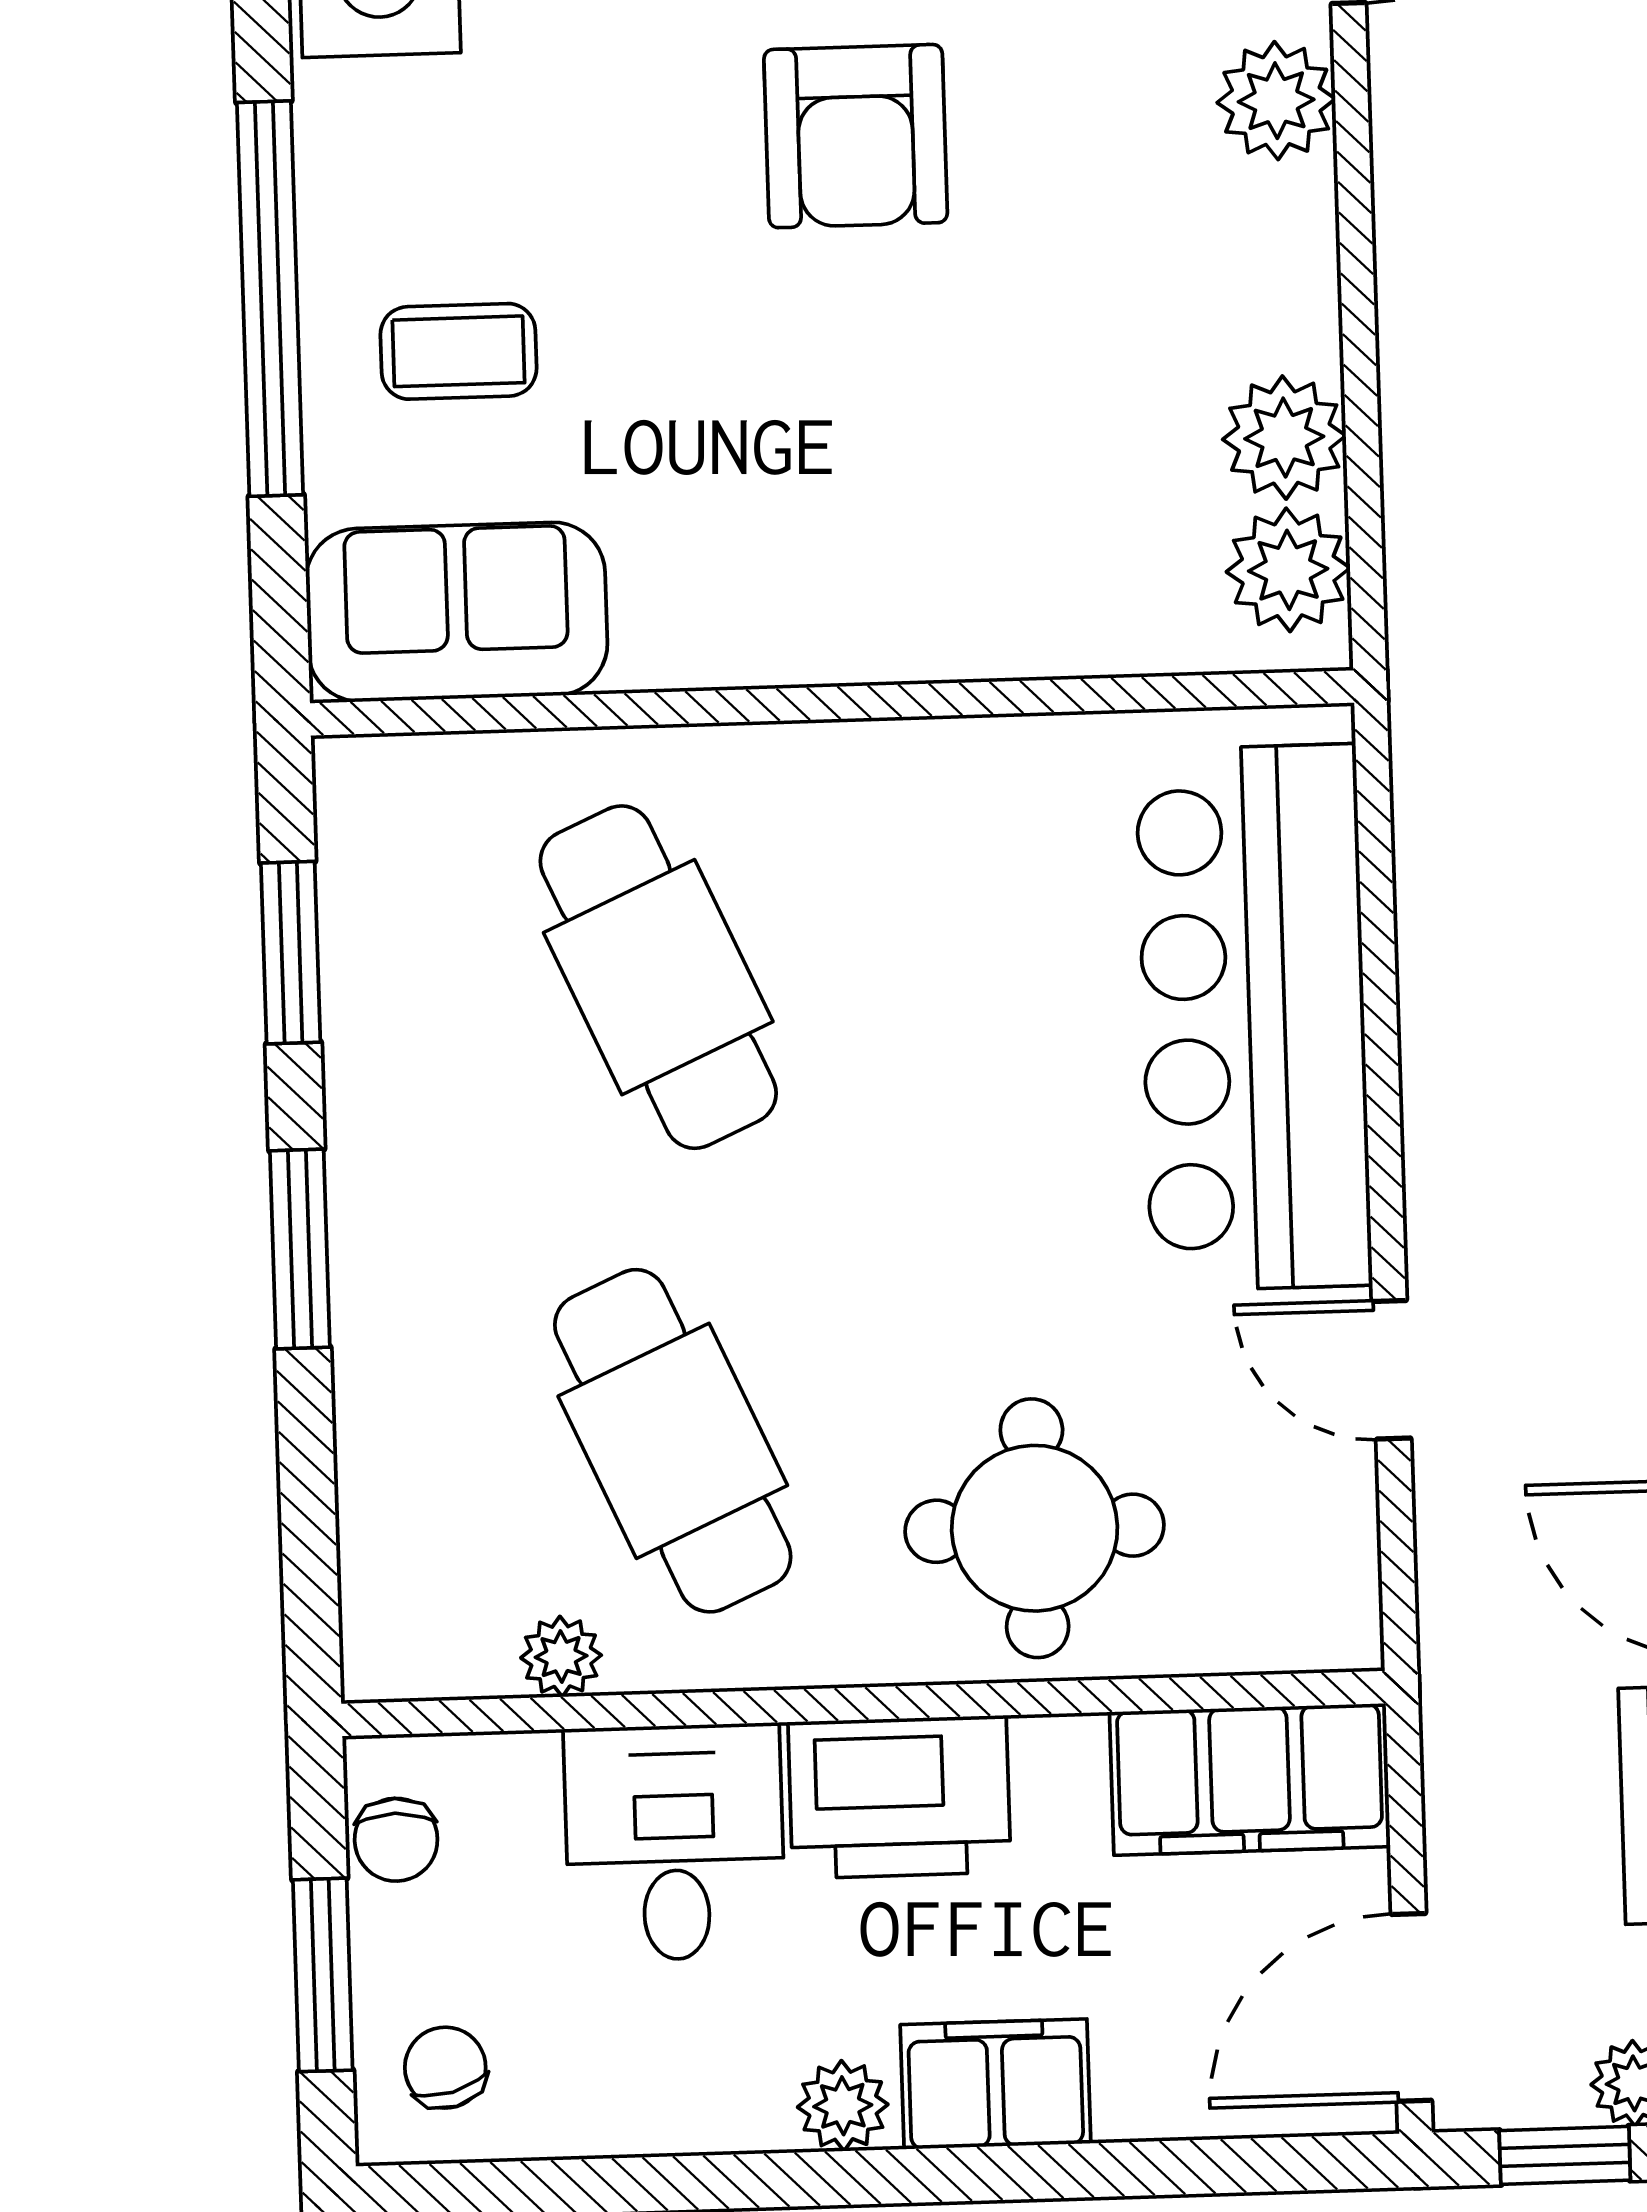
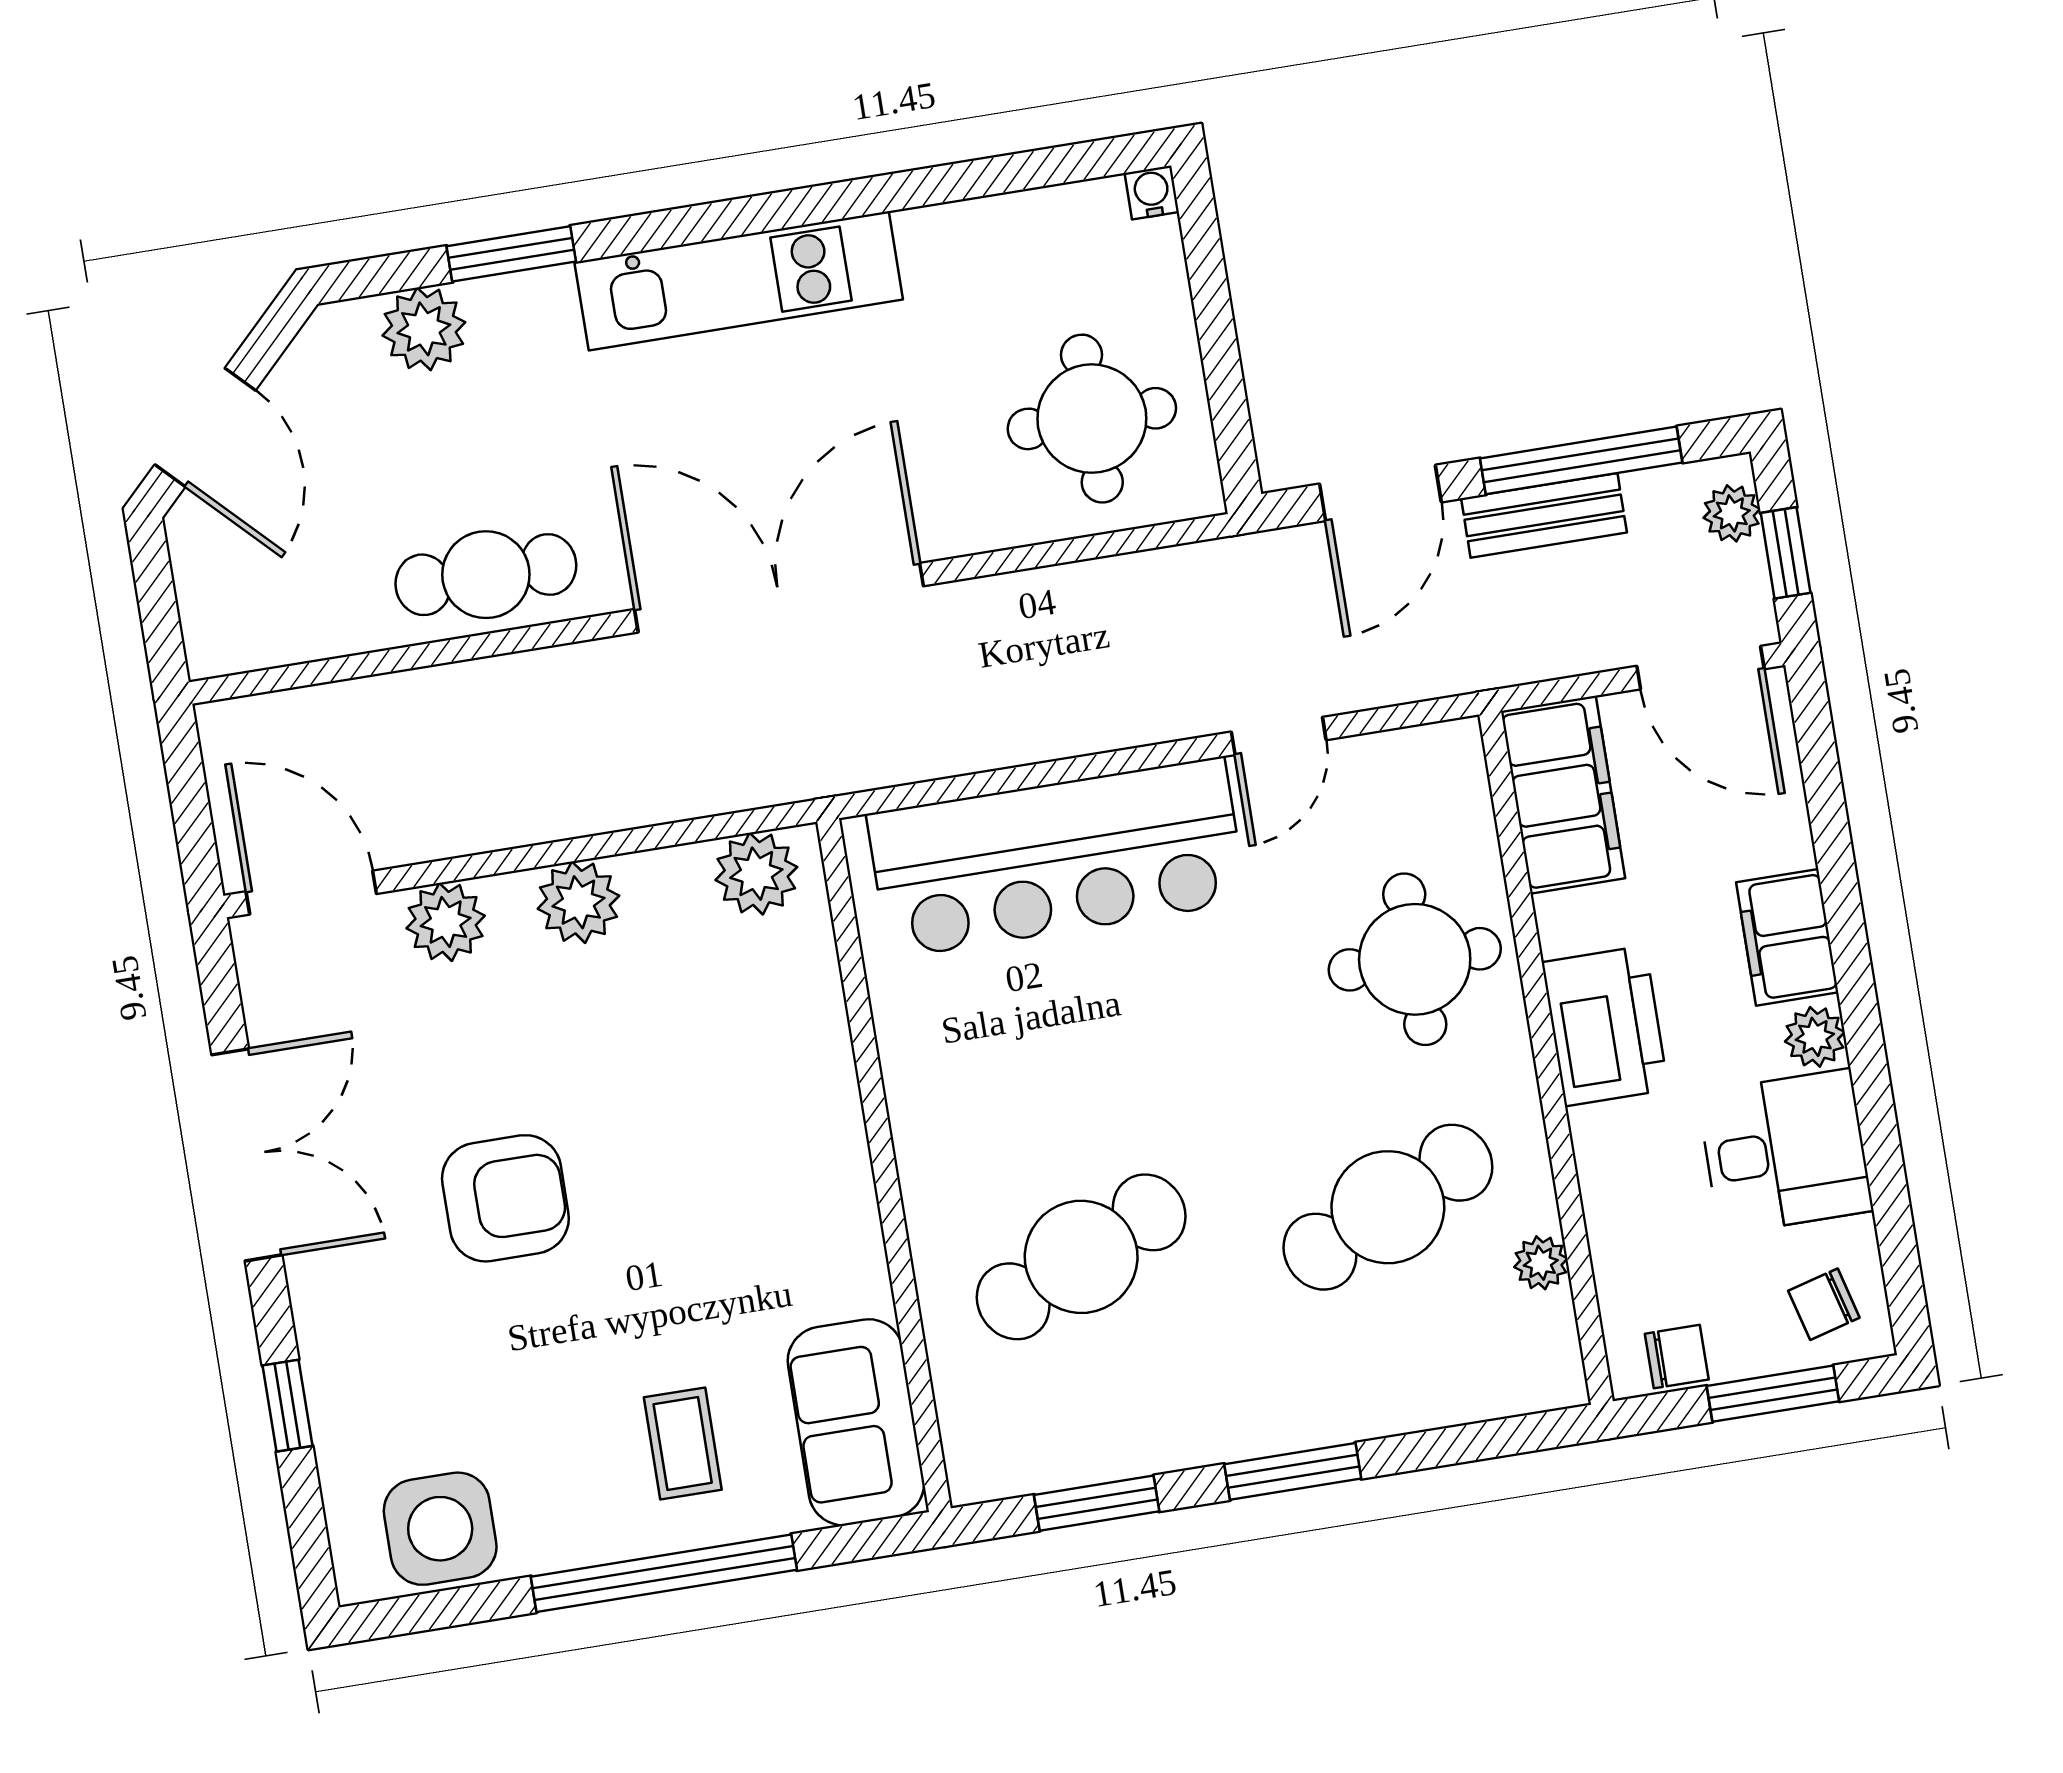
plant: (1284, 438) -> (578, 902), moved
desk: (675, 1842) -> (1785, 1152), moved, turned 180

